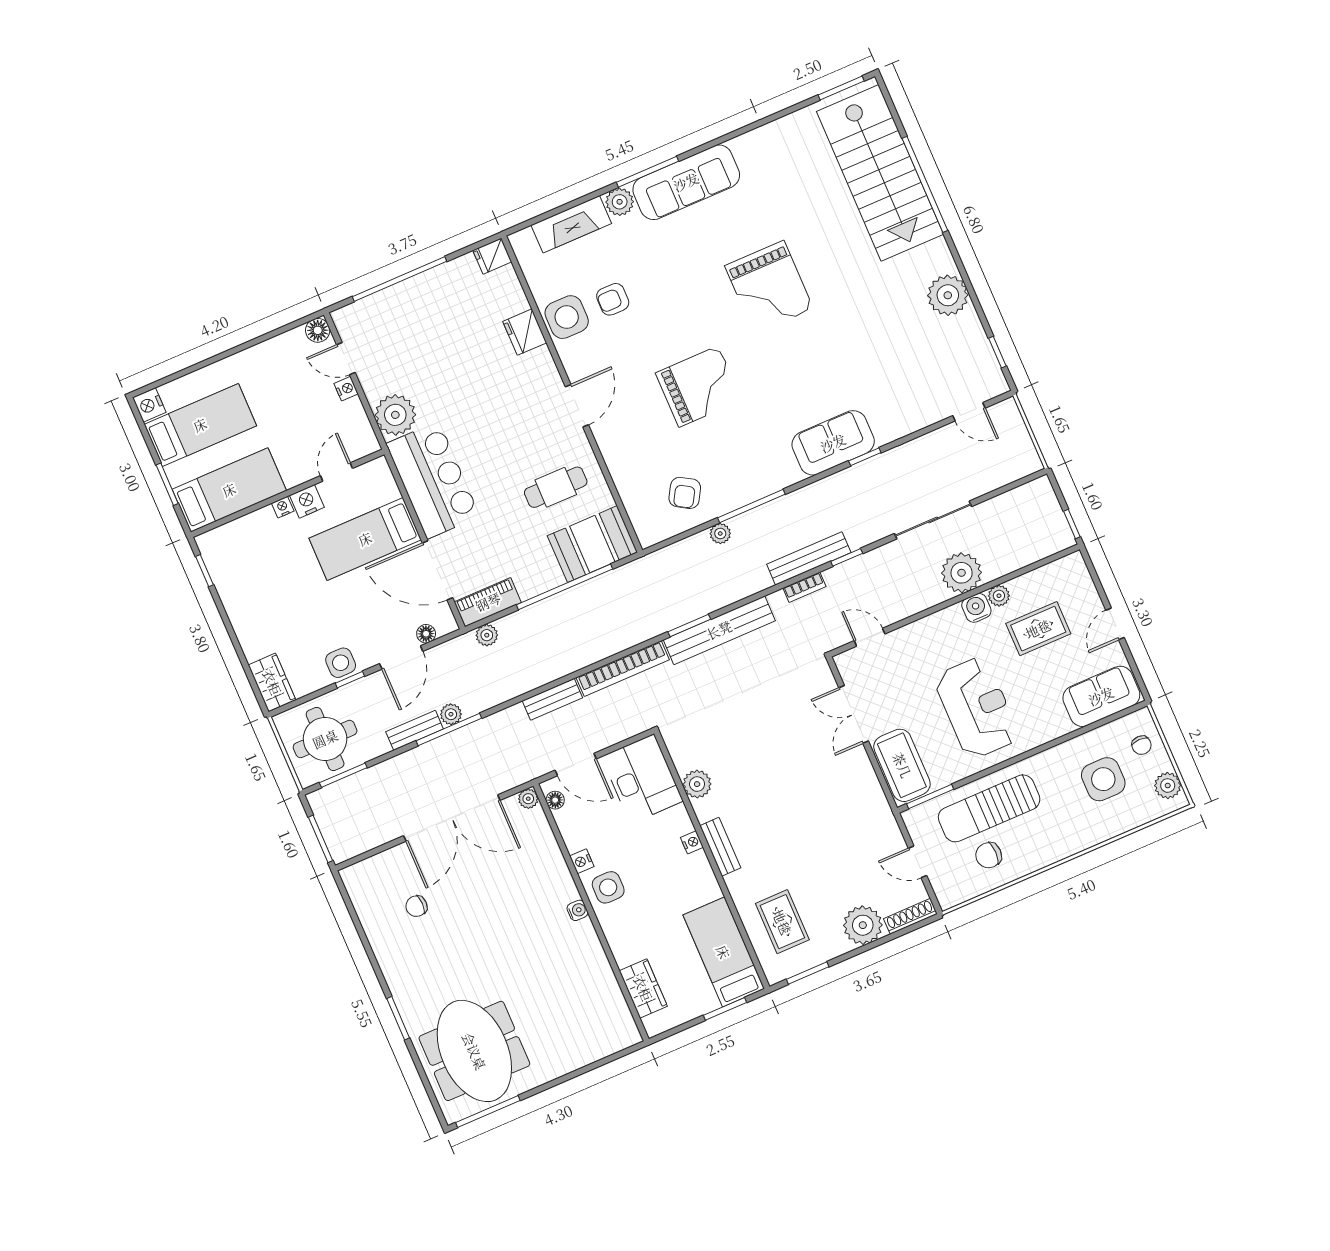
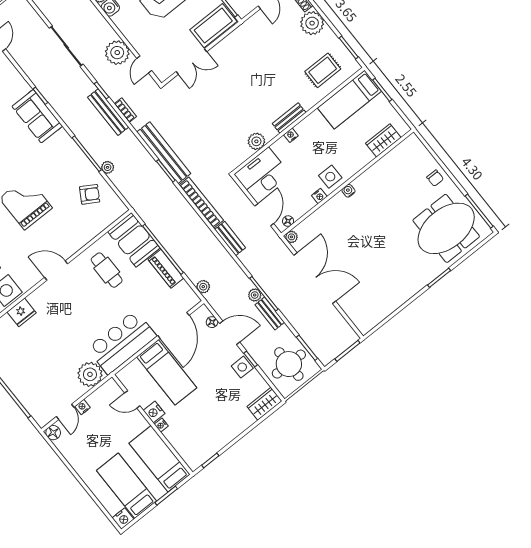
plant: (962, 573) -> (117, 53), moved
piano: (488, 602) -> (166, 269), moved
chair: (416, 906) -> (435, 178), moved

